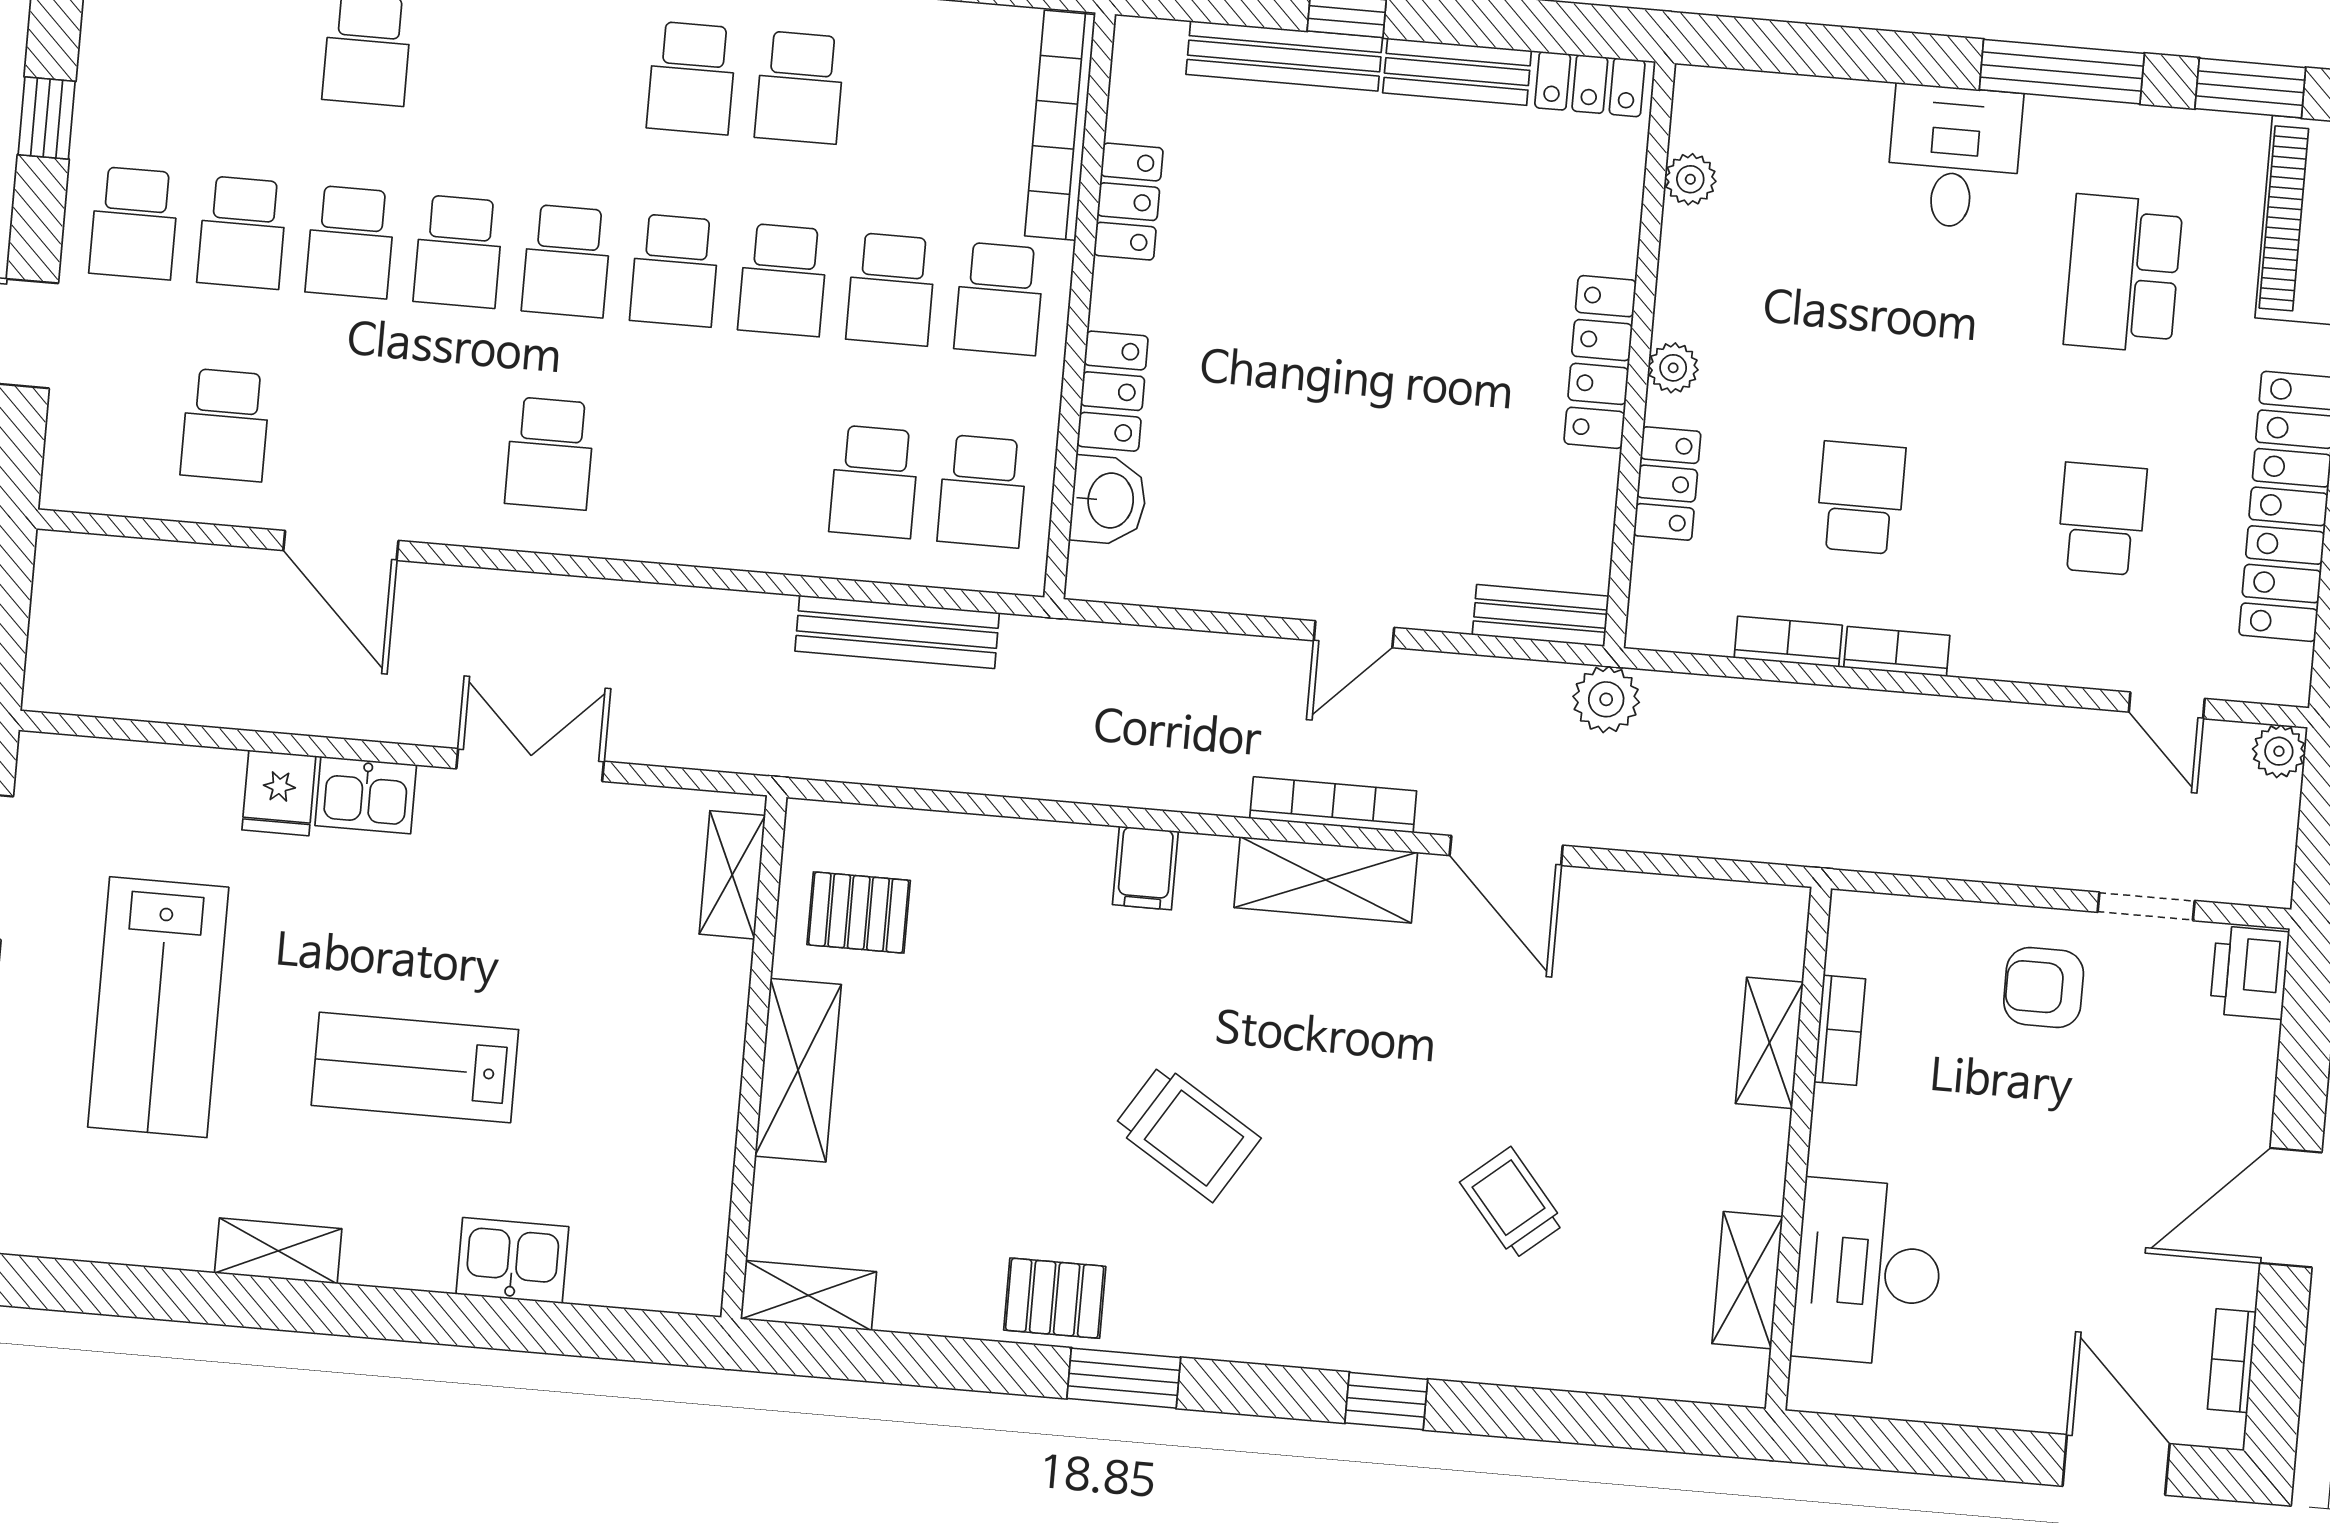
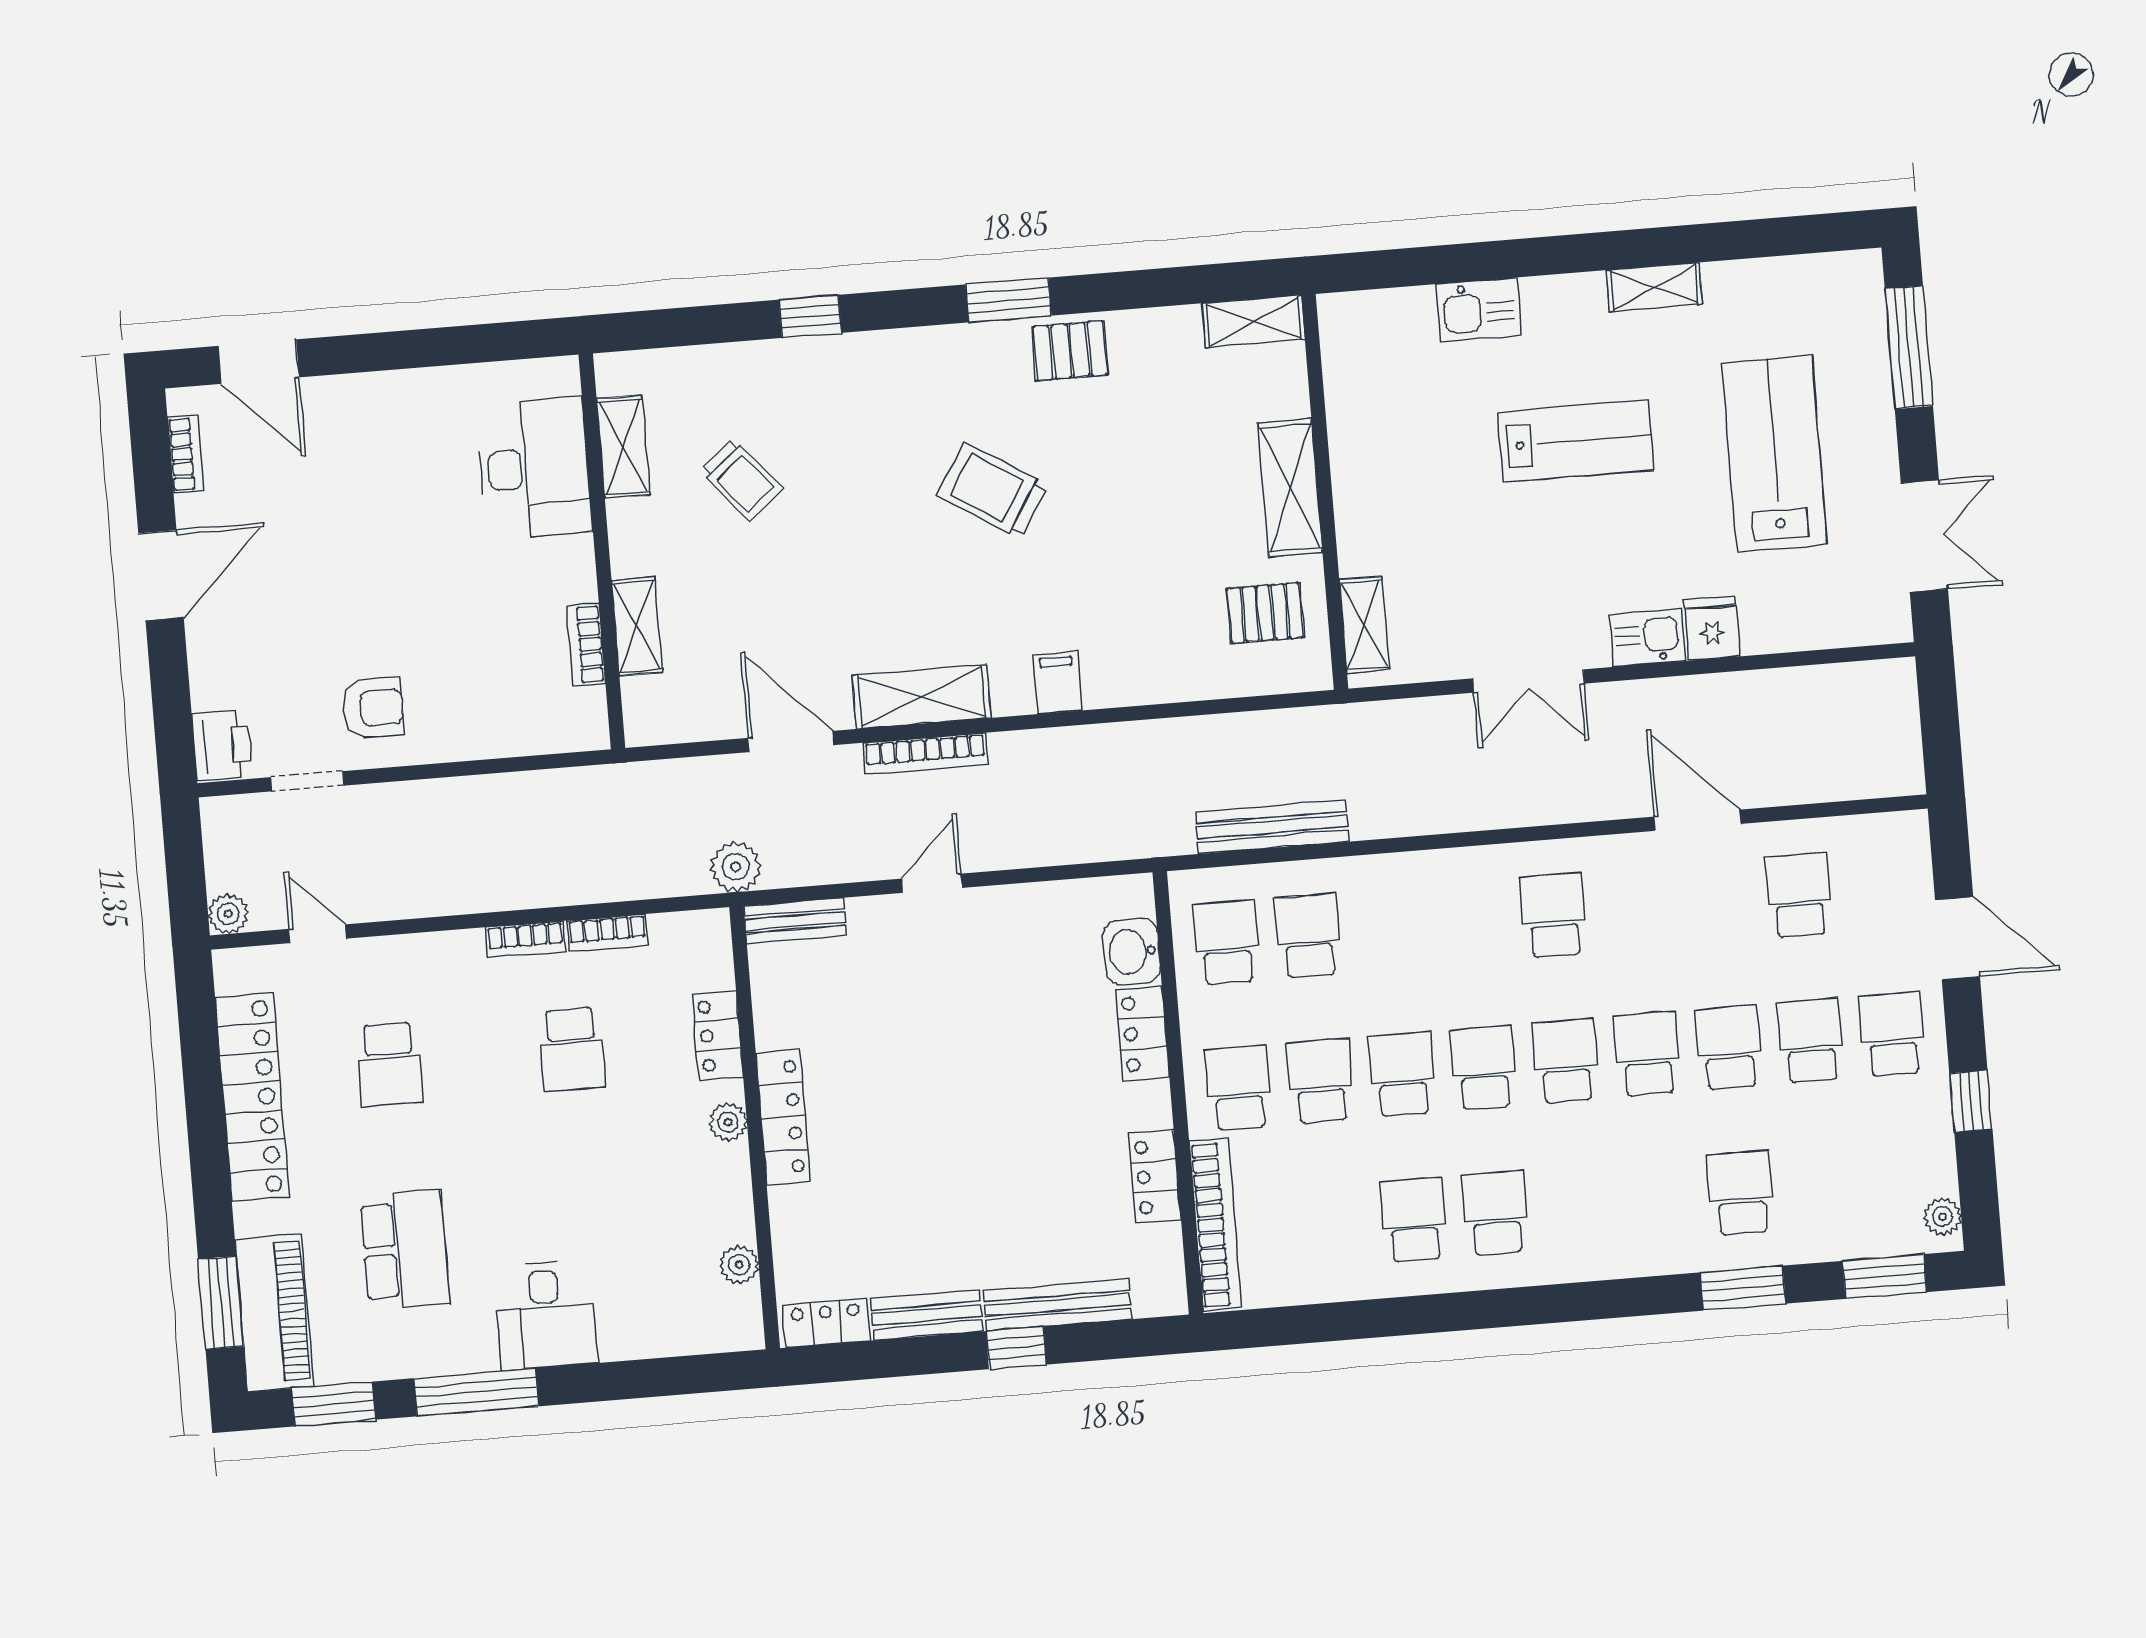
bookcase: (1840, 1030) -> (586, 645), moved
shelving: (1769, 1043) -> (637, 626), moved
wall: (1798, 1149) -> (602, 551), moved
desk: (1868, 1272) -> (534, 468), moved
shelving: (1747, 1280) -> (623, 447), moved

